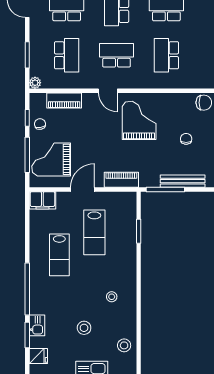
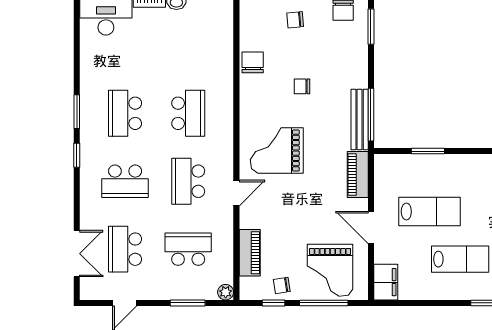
school desk: (166, 55) -> (188, 113), turned -90
bench: (183, 181) -> (360, 119), moved

